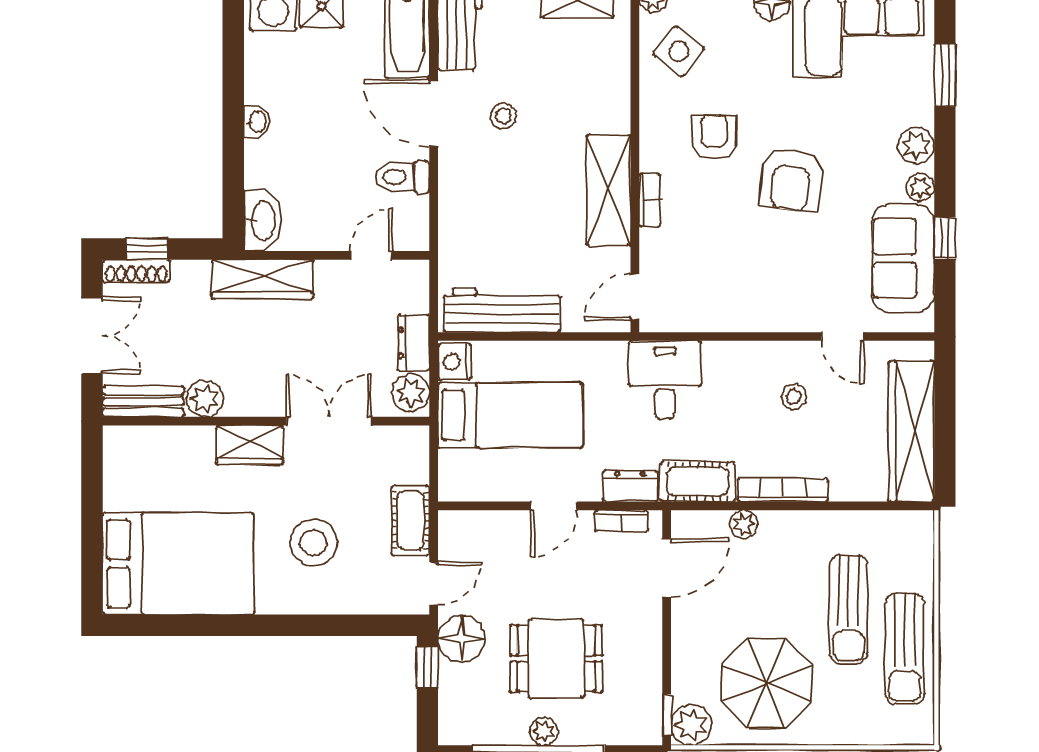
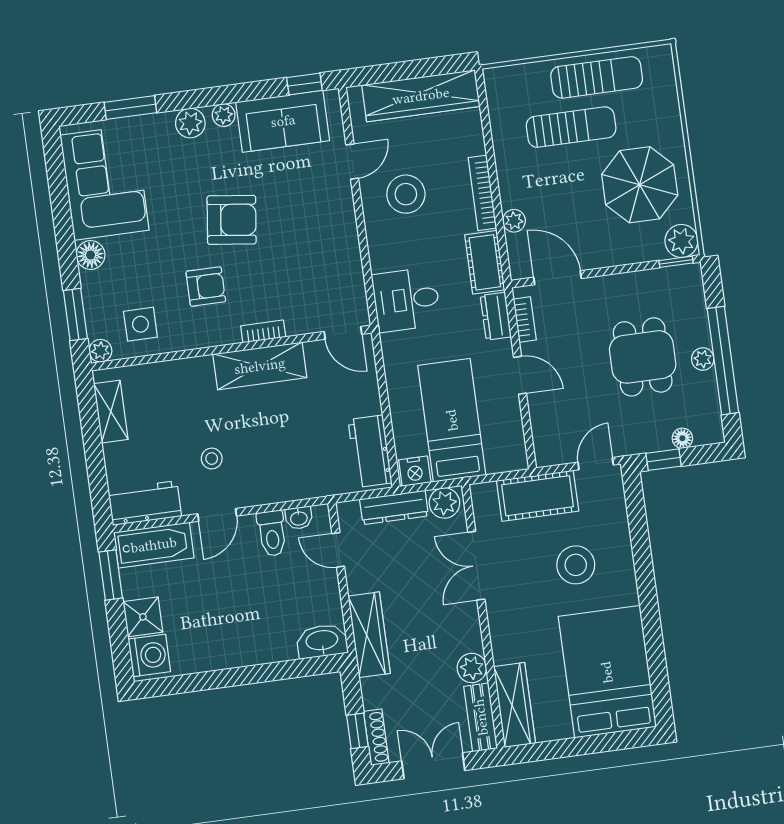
side table: (679, 51) -> (140, 324), turned -38
door: (434, 113) -> (217, 515), width x0.73
washbasin: (257, 122) -> (299, 518), moved, turned 180
armchair: (714, 137) -> (206, 287), turned 180
window: (945, 238) -> (304, 84), moved
workbench: (502, 310) -> (370, 451), width x0.73
dresser: (414, 343) -> (394, 507), width x1.44
stool: (794, 397) -> (406, 194), width x1.89, depth x1.89
wardrobe: (250, 445) -> (515, 705), moved, width x1.50
cot: (411, 520) -> (538, 496), width x1.37, depth x1.34
door: (434, 584) -> (596, 464), hinge flipped
floor lamp: (461, 638) -> (682, 438), moved, width x0.53, depth x0.53

